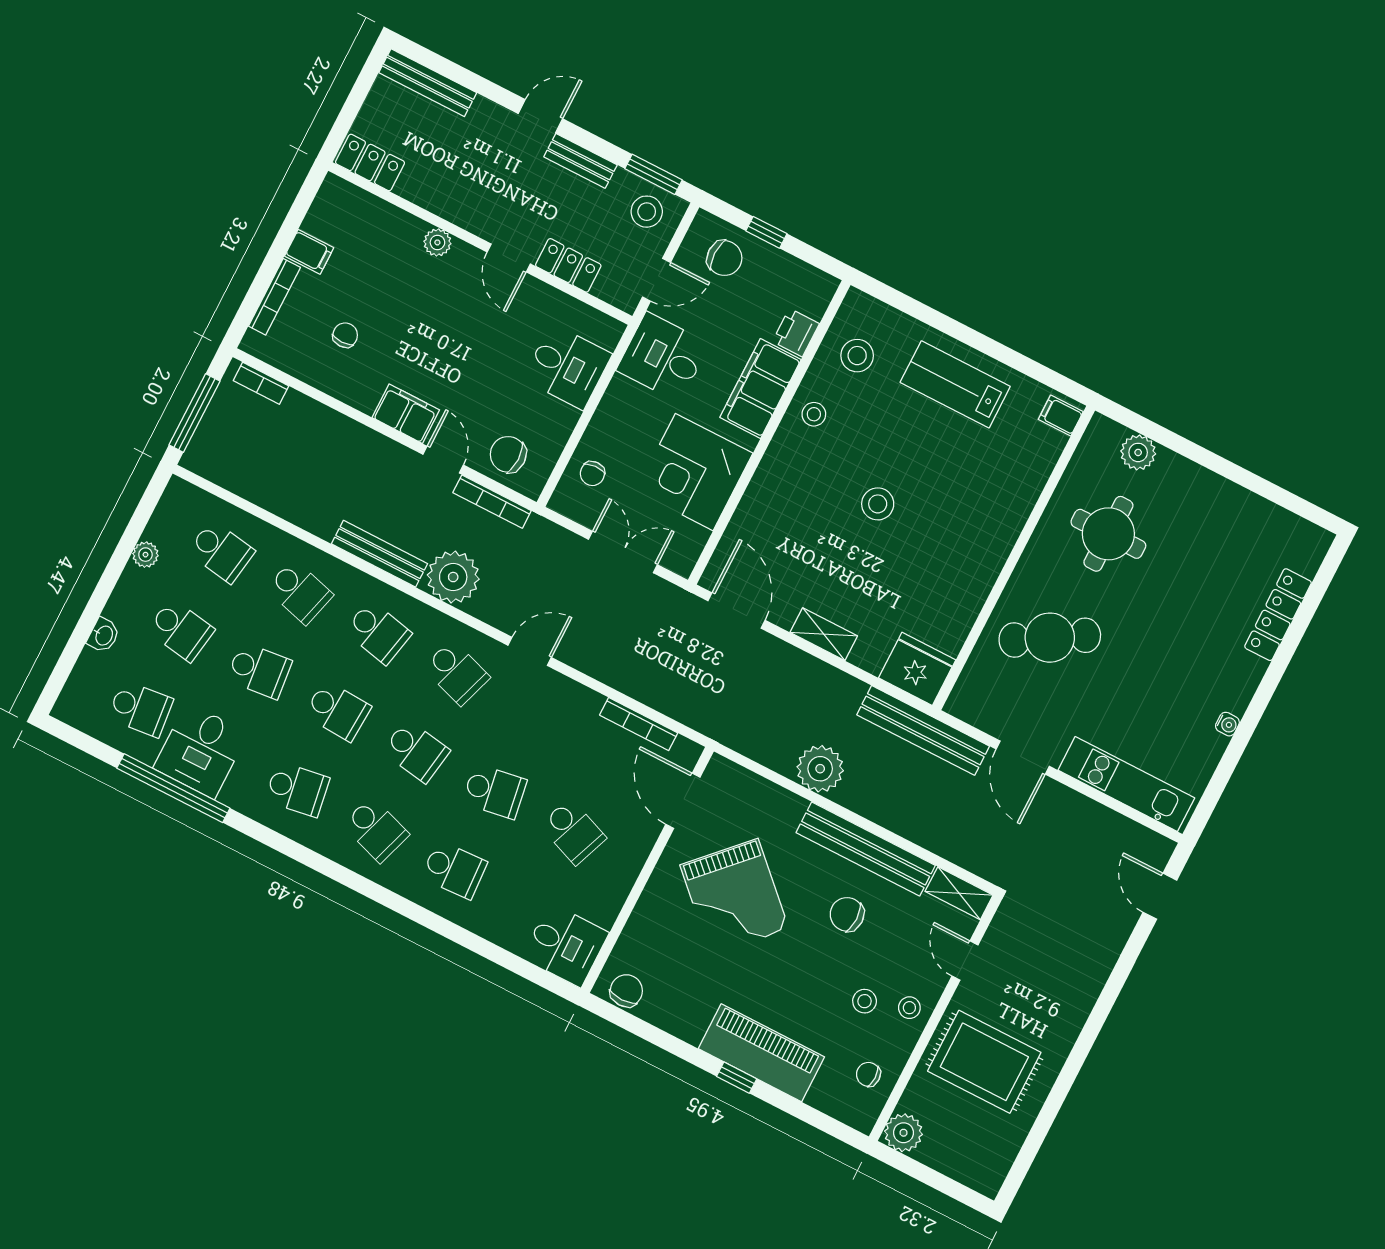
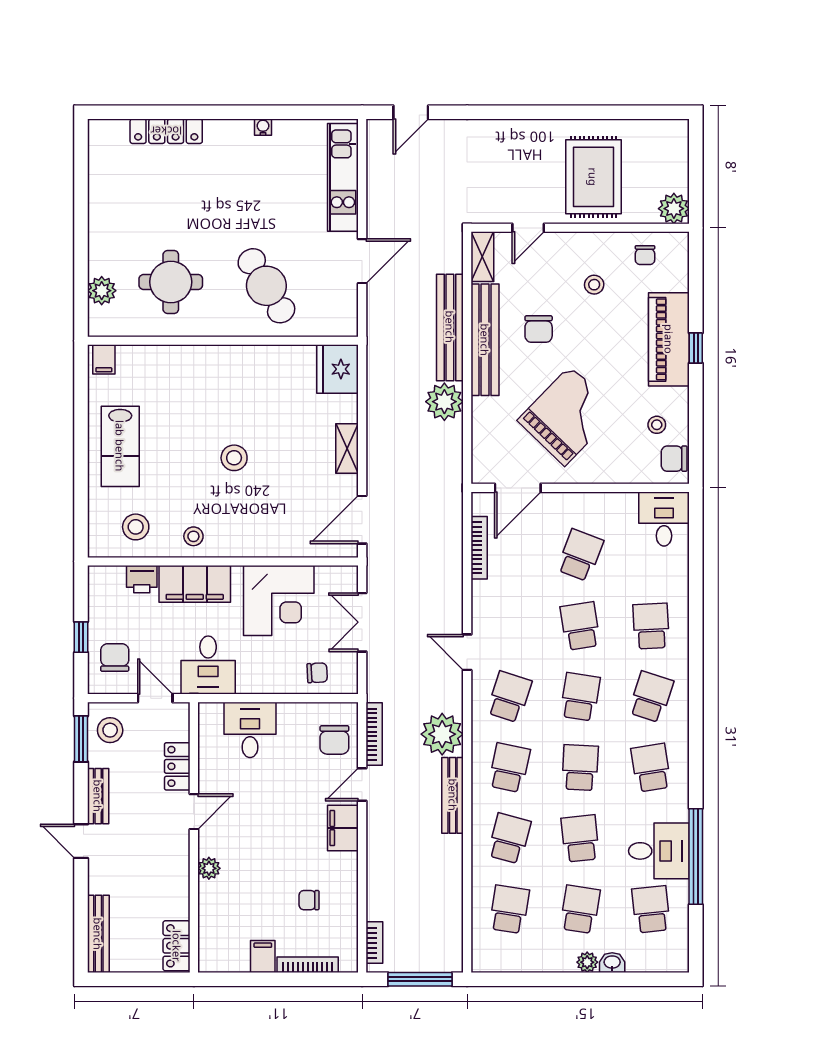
plant: (145, 555) -> (587, 962), moved
bench: (923, 730) -> (450, 327), moved
stool: (909, 1008) -> (657, 425), moved

